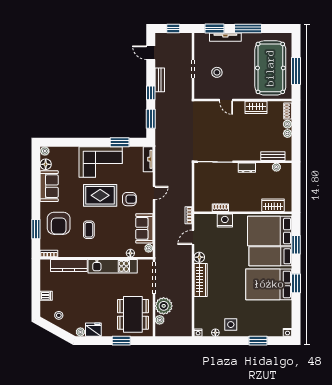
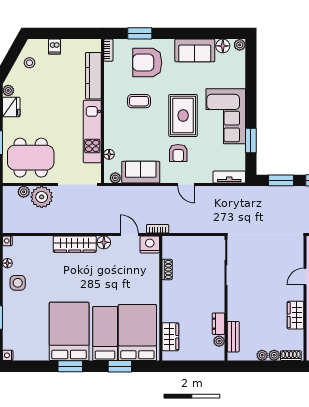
dresser: (247, 168) -> (218, 324), moved
nightstand: (225, 221) -> (150, 244), moved, turned -90

